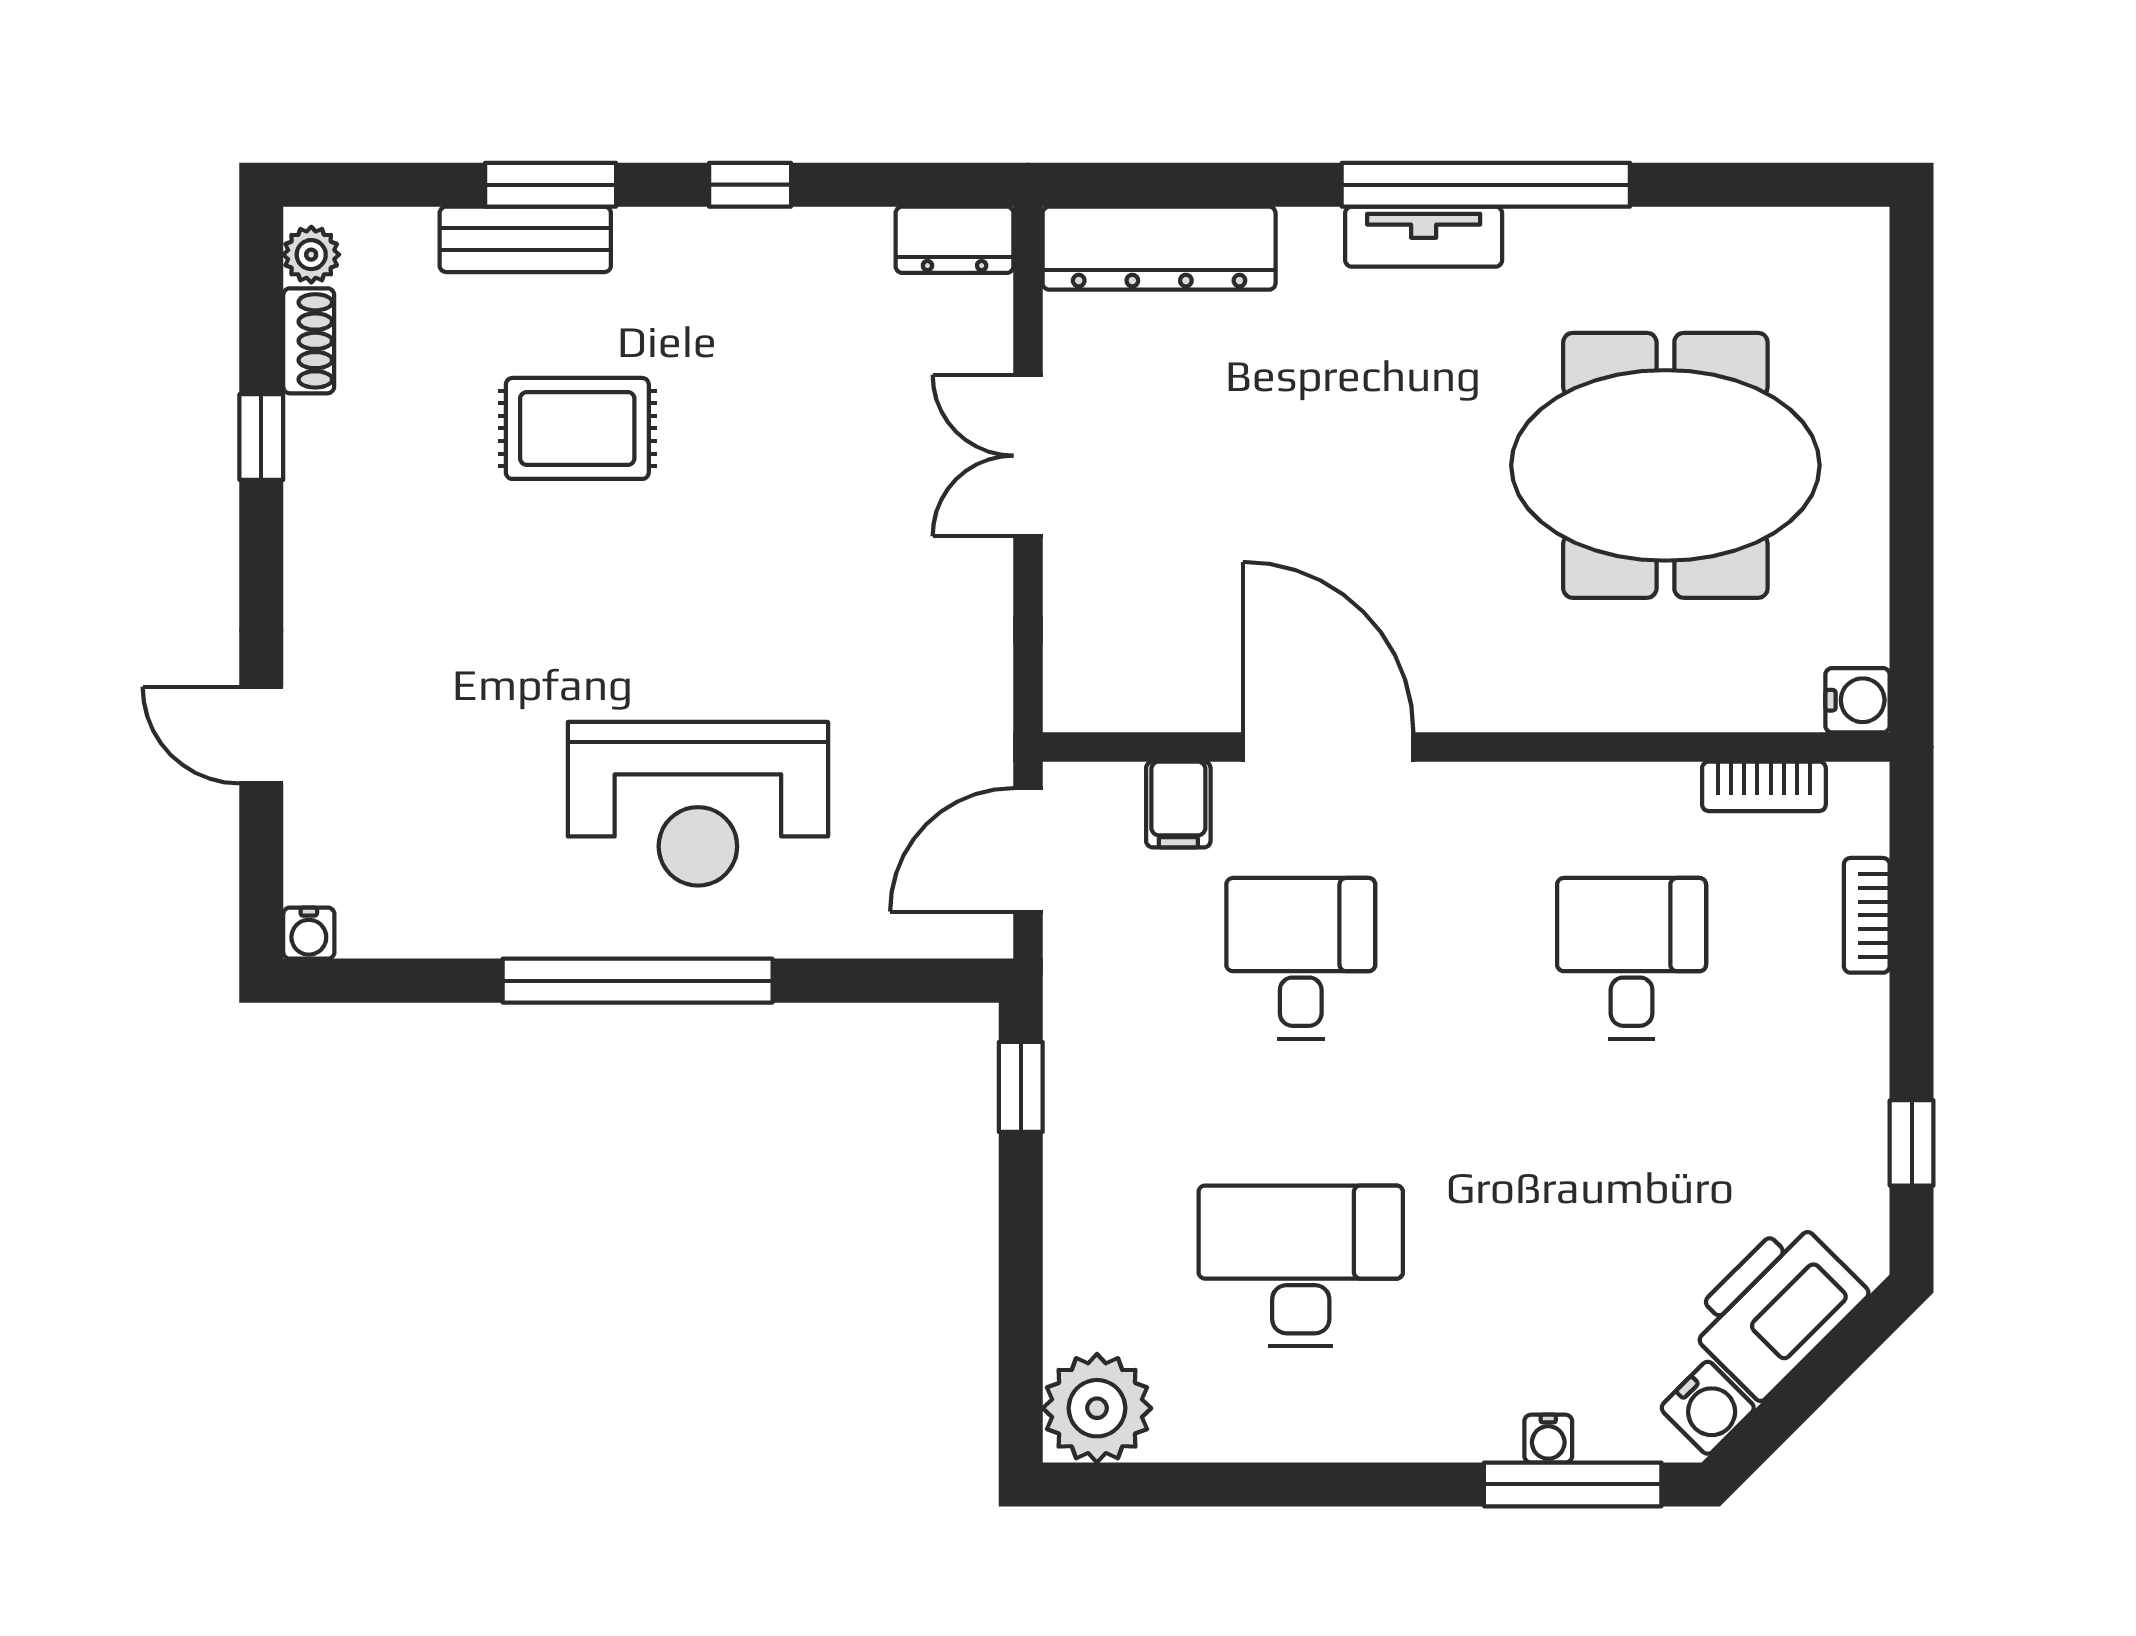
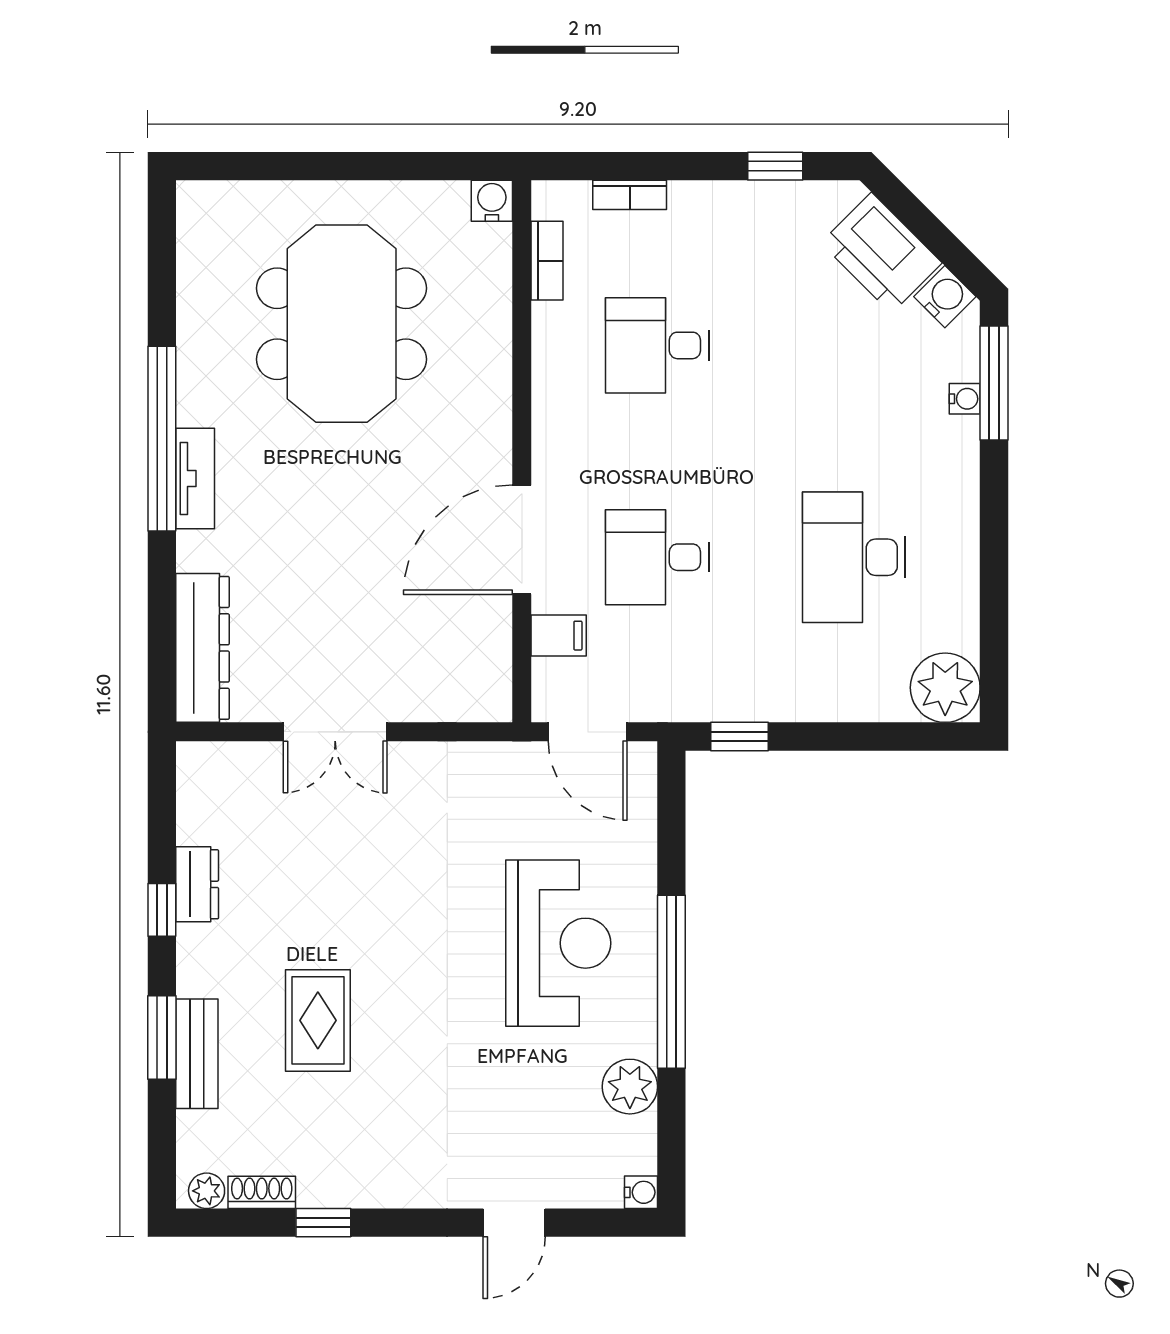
dresser: (955, 240) -> (197, 884), moved
plant: (474, 916) -> (630, 1087), added

